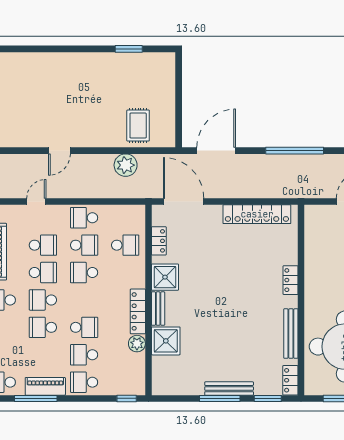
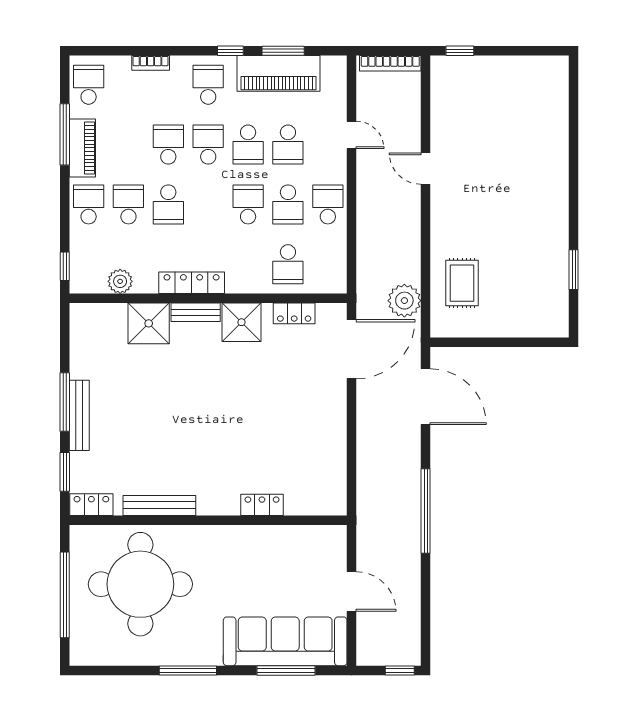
rug: (138, 126) -> (462, 283), turned 90
plant: (126, 165) -> (404, 301), moved
locker: (257, 214) -> (333, 456), removed
locker: (291, 280) -> (262, 505), moved
plant: (137, 344) -> (120, 281), moved

